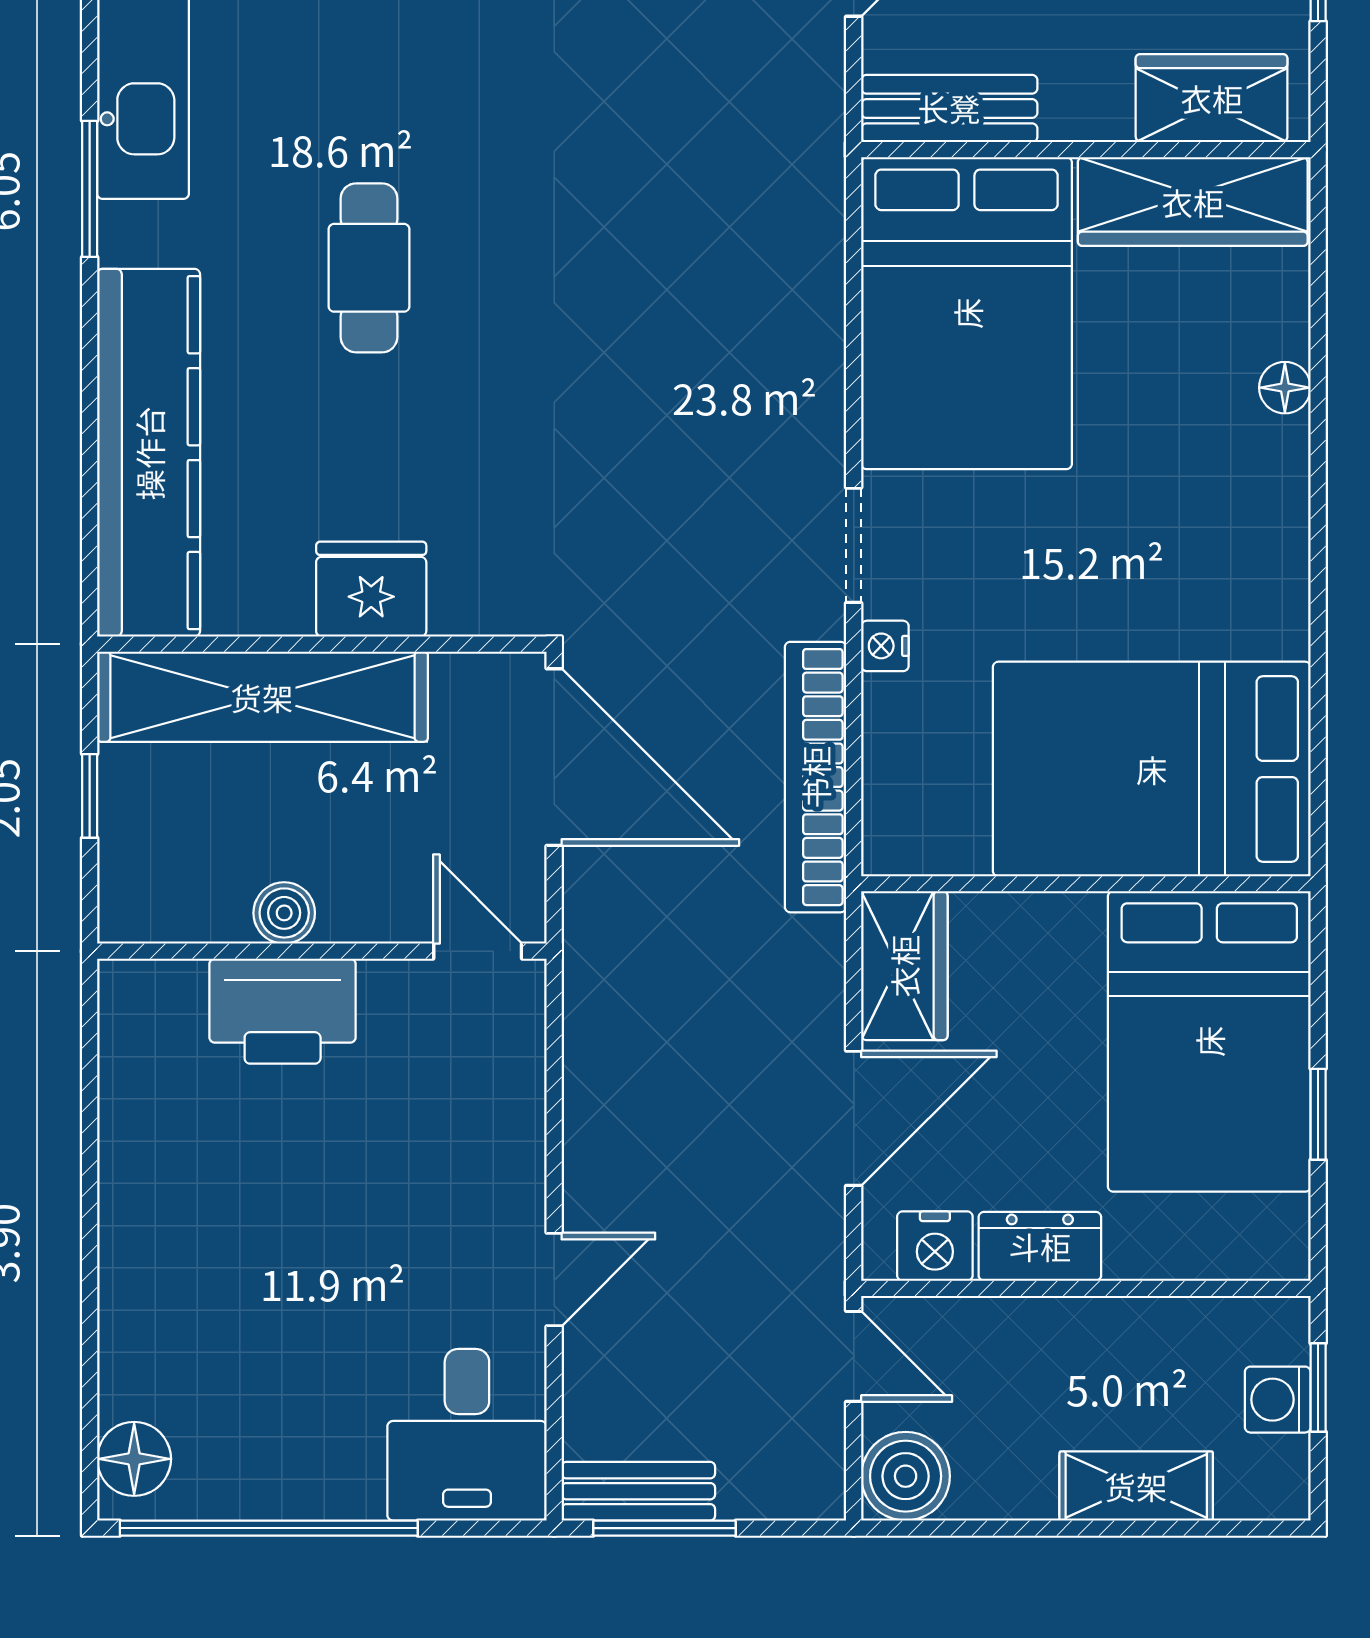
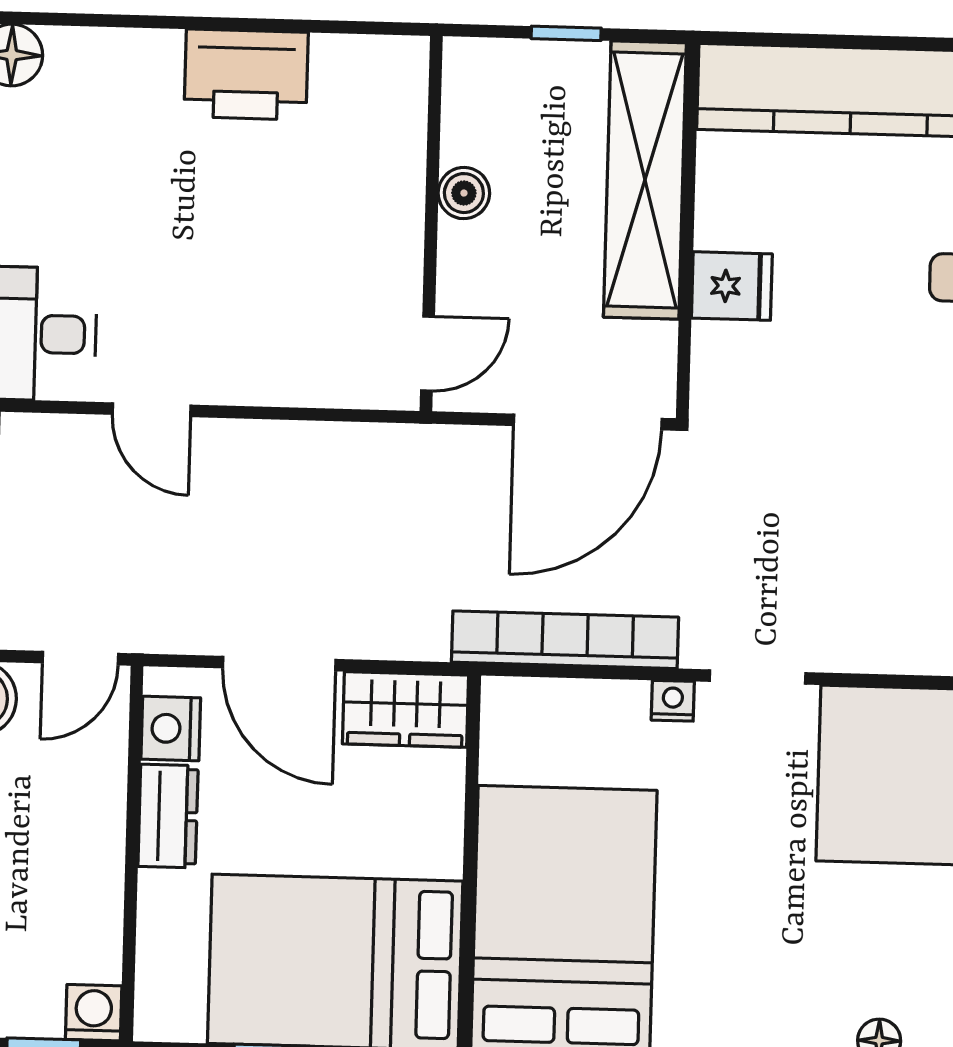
fridge: (371, 589) -> (732, 286), width x0.72
printer: (283, 1011) -> (246, 75), moved, turned -90
washing machine: (1278, 1400) -> (94, 1013), moved

